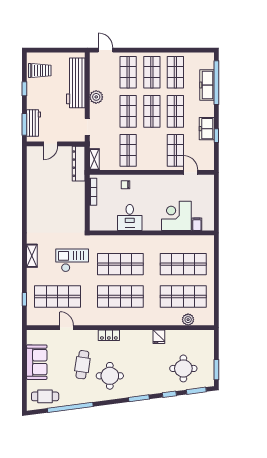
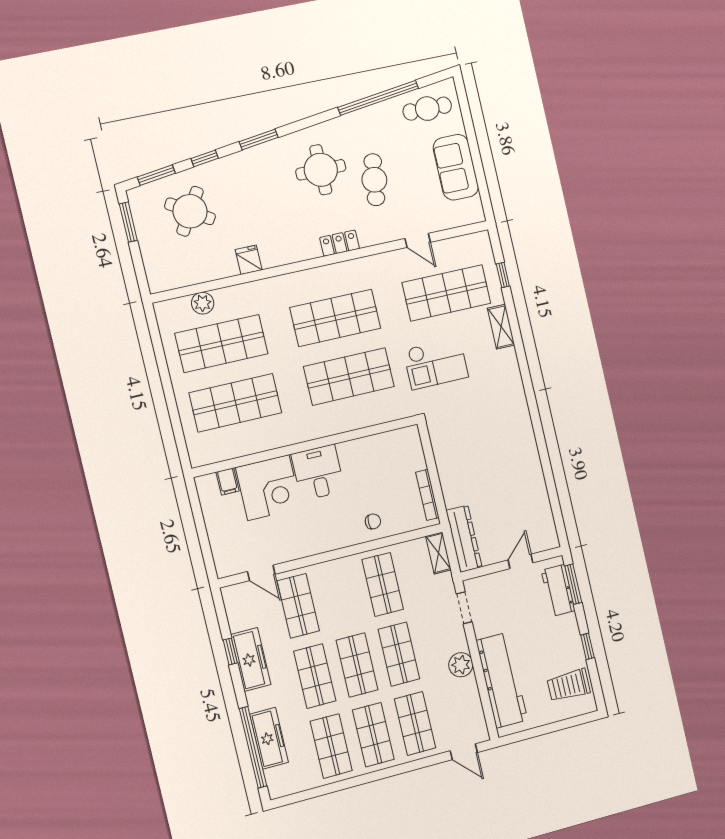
freezer: (207, 129) -> (251, 660), width x1.40
desk: (130, 217) -> (318, 473), moved
shelving: (32, 256) -> (501, 327), moved
round table: (183, 368) -> (190, 211), turned 32

